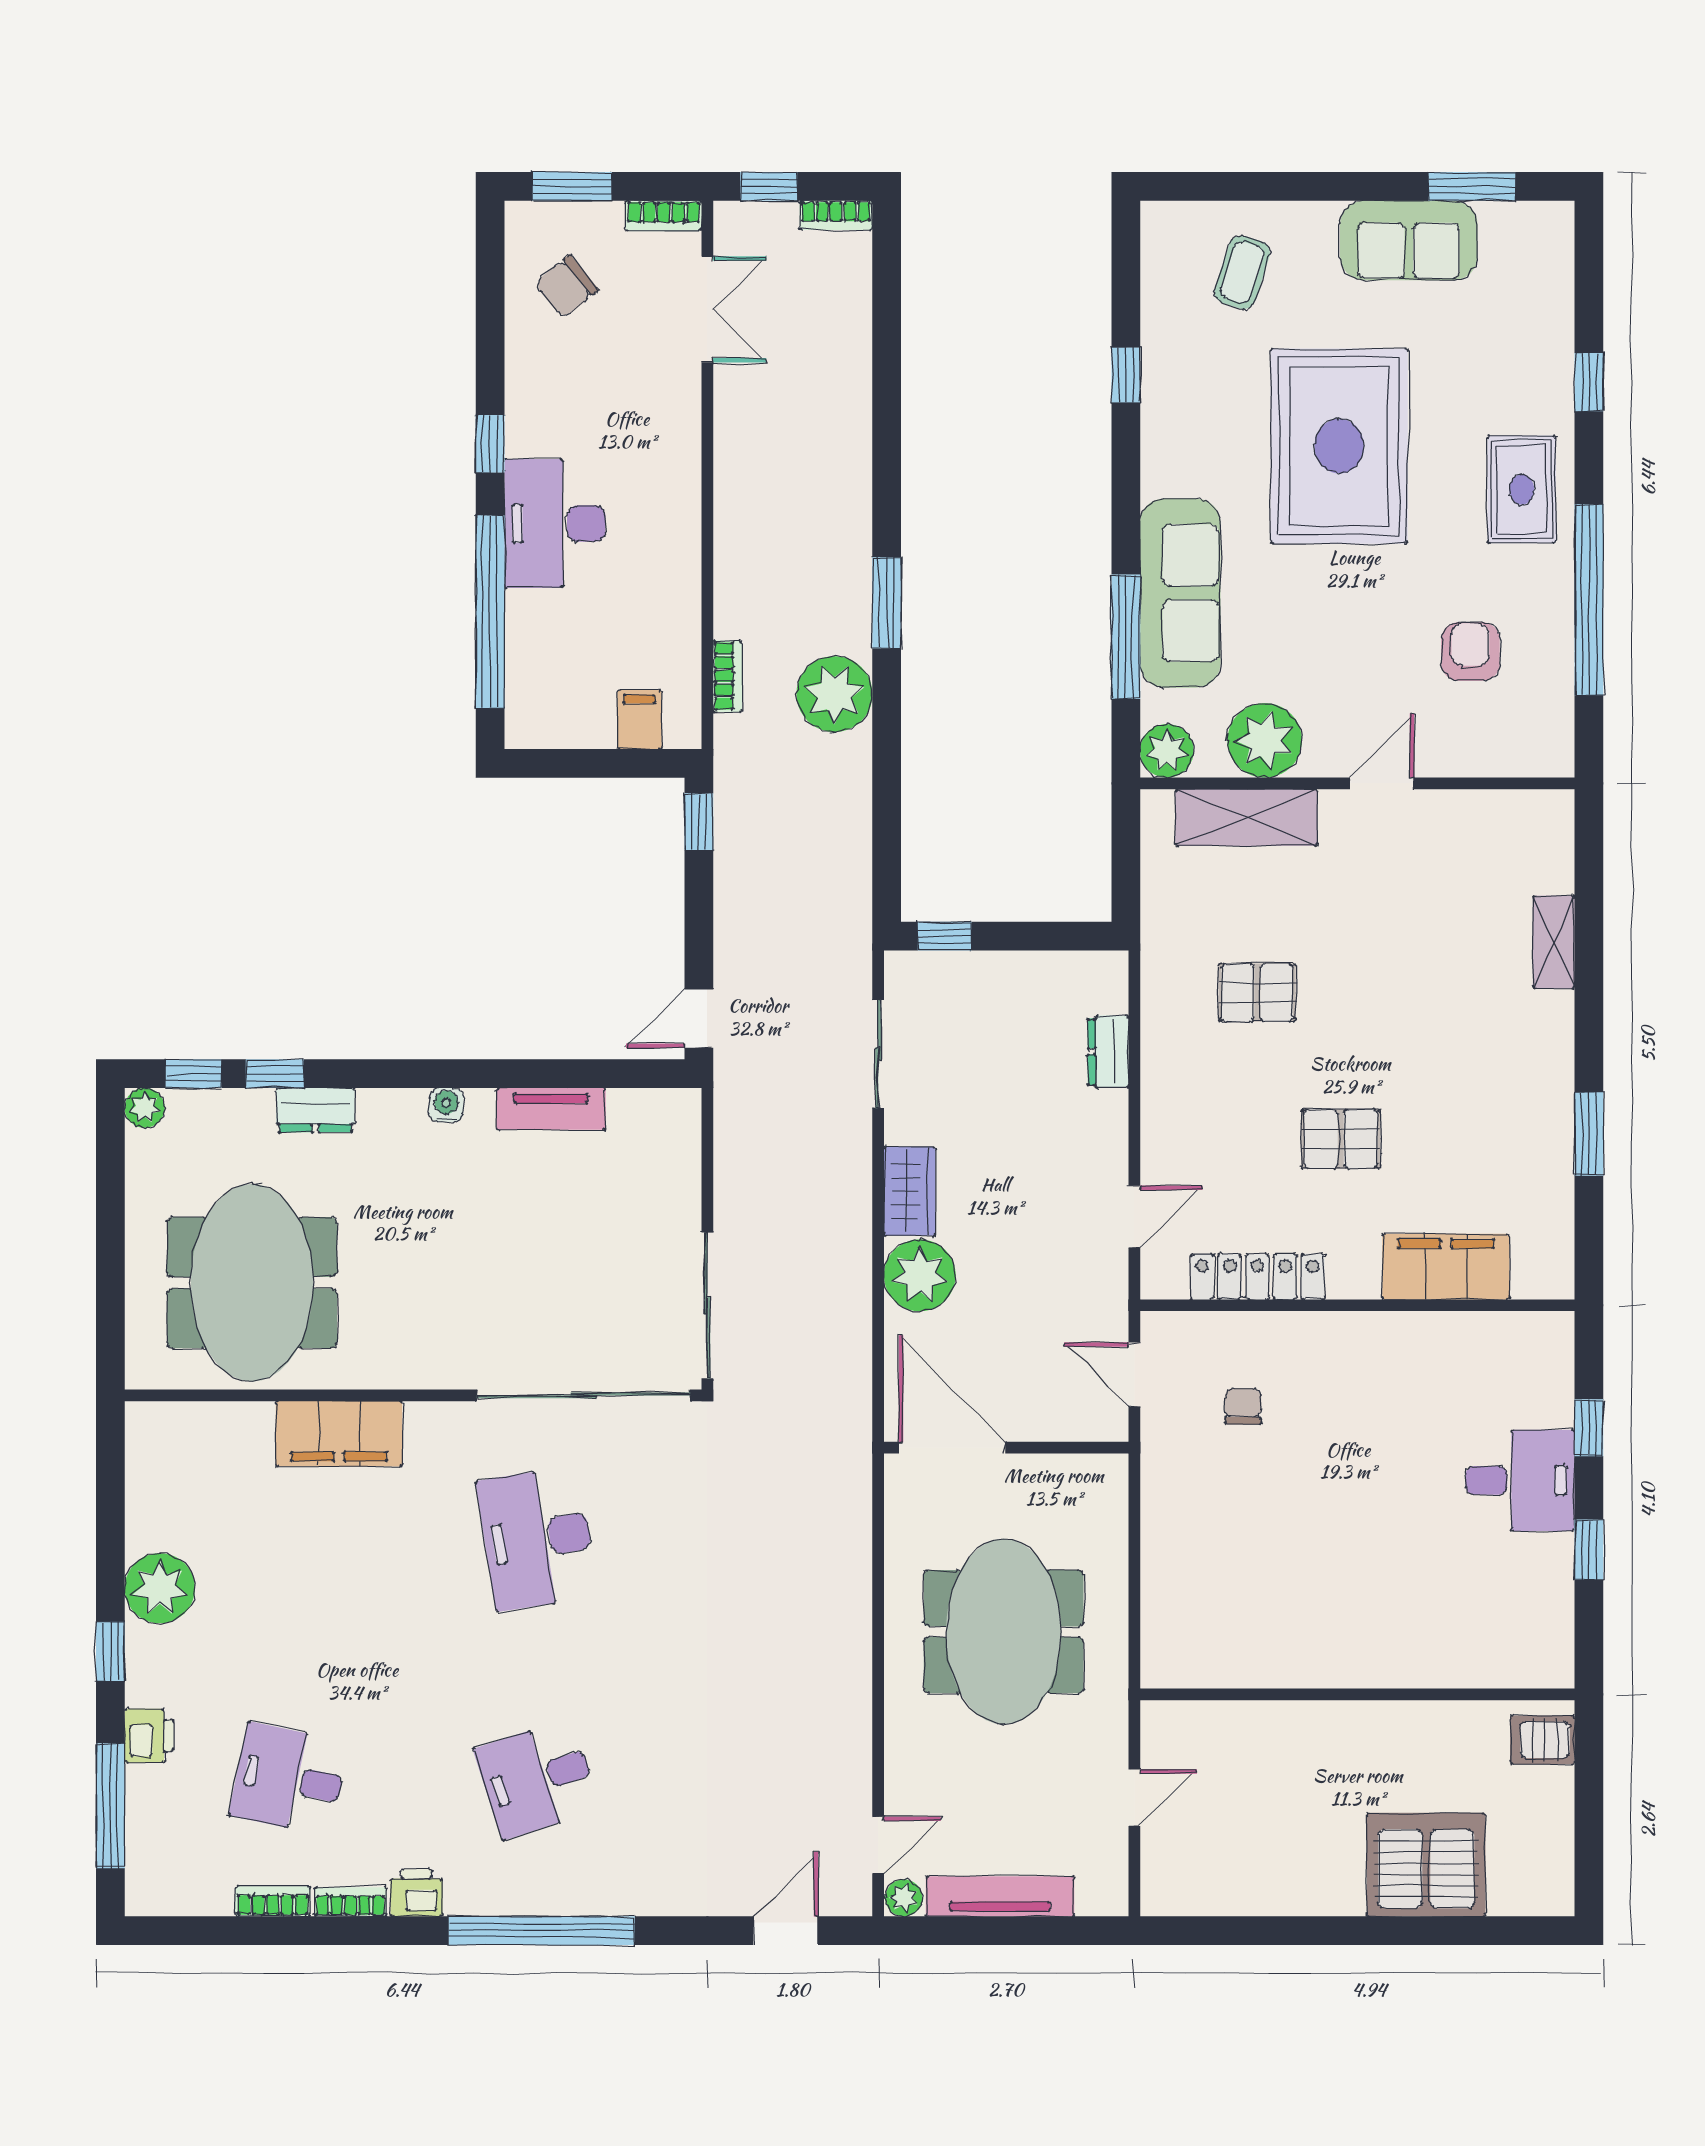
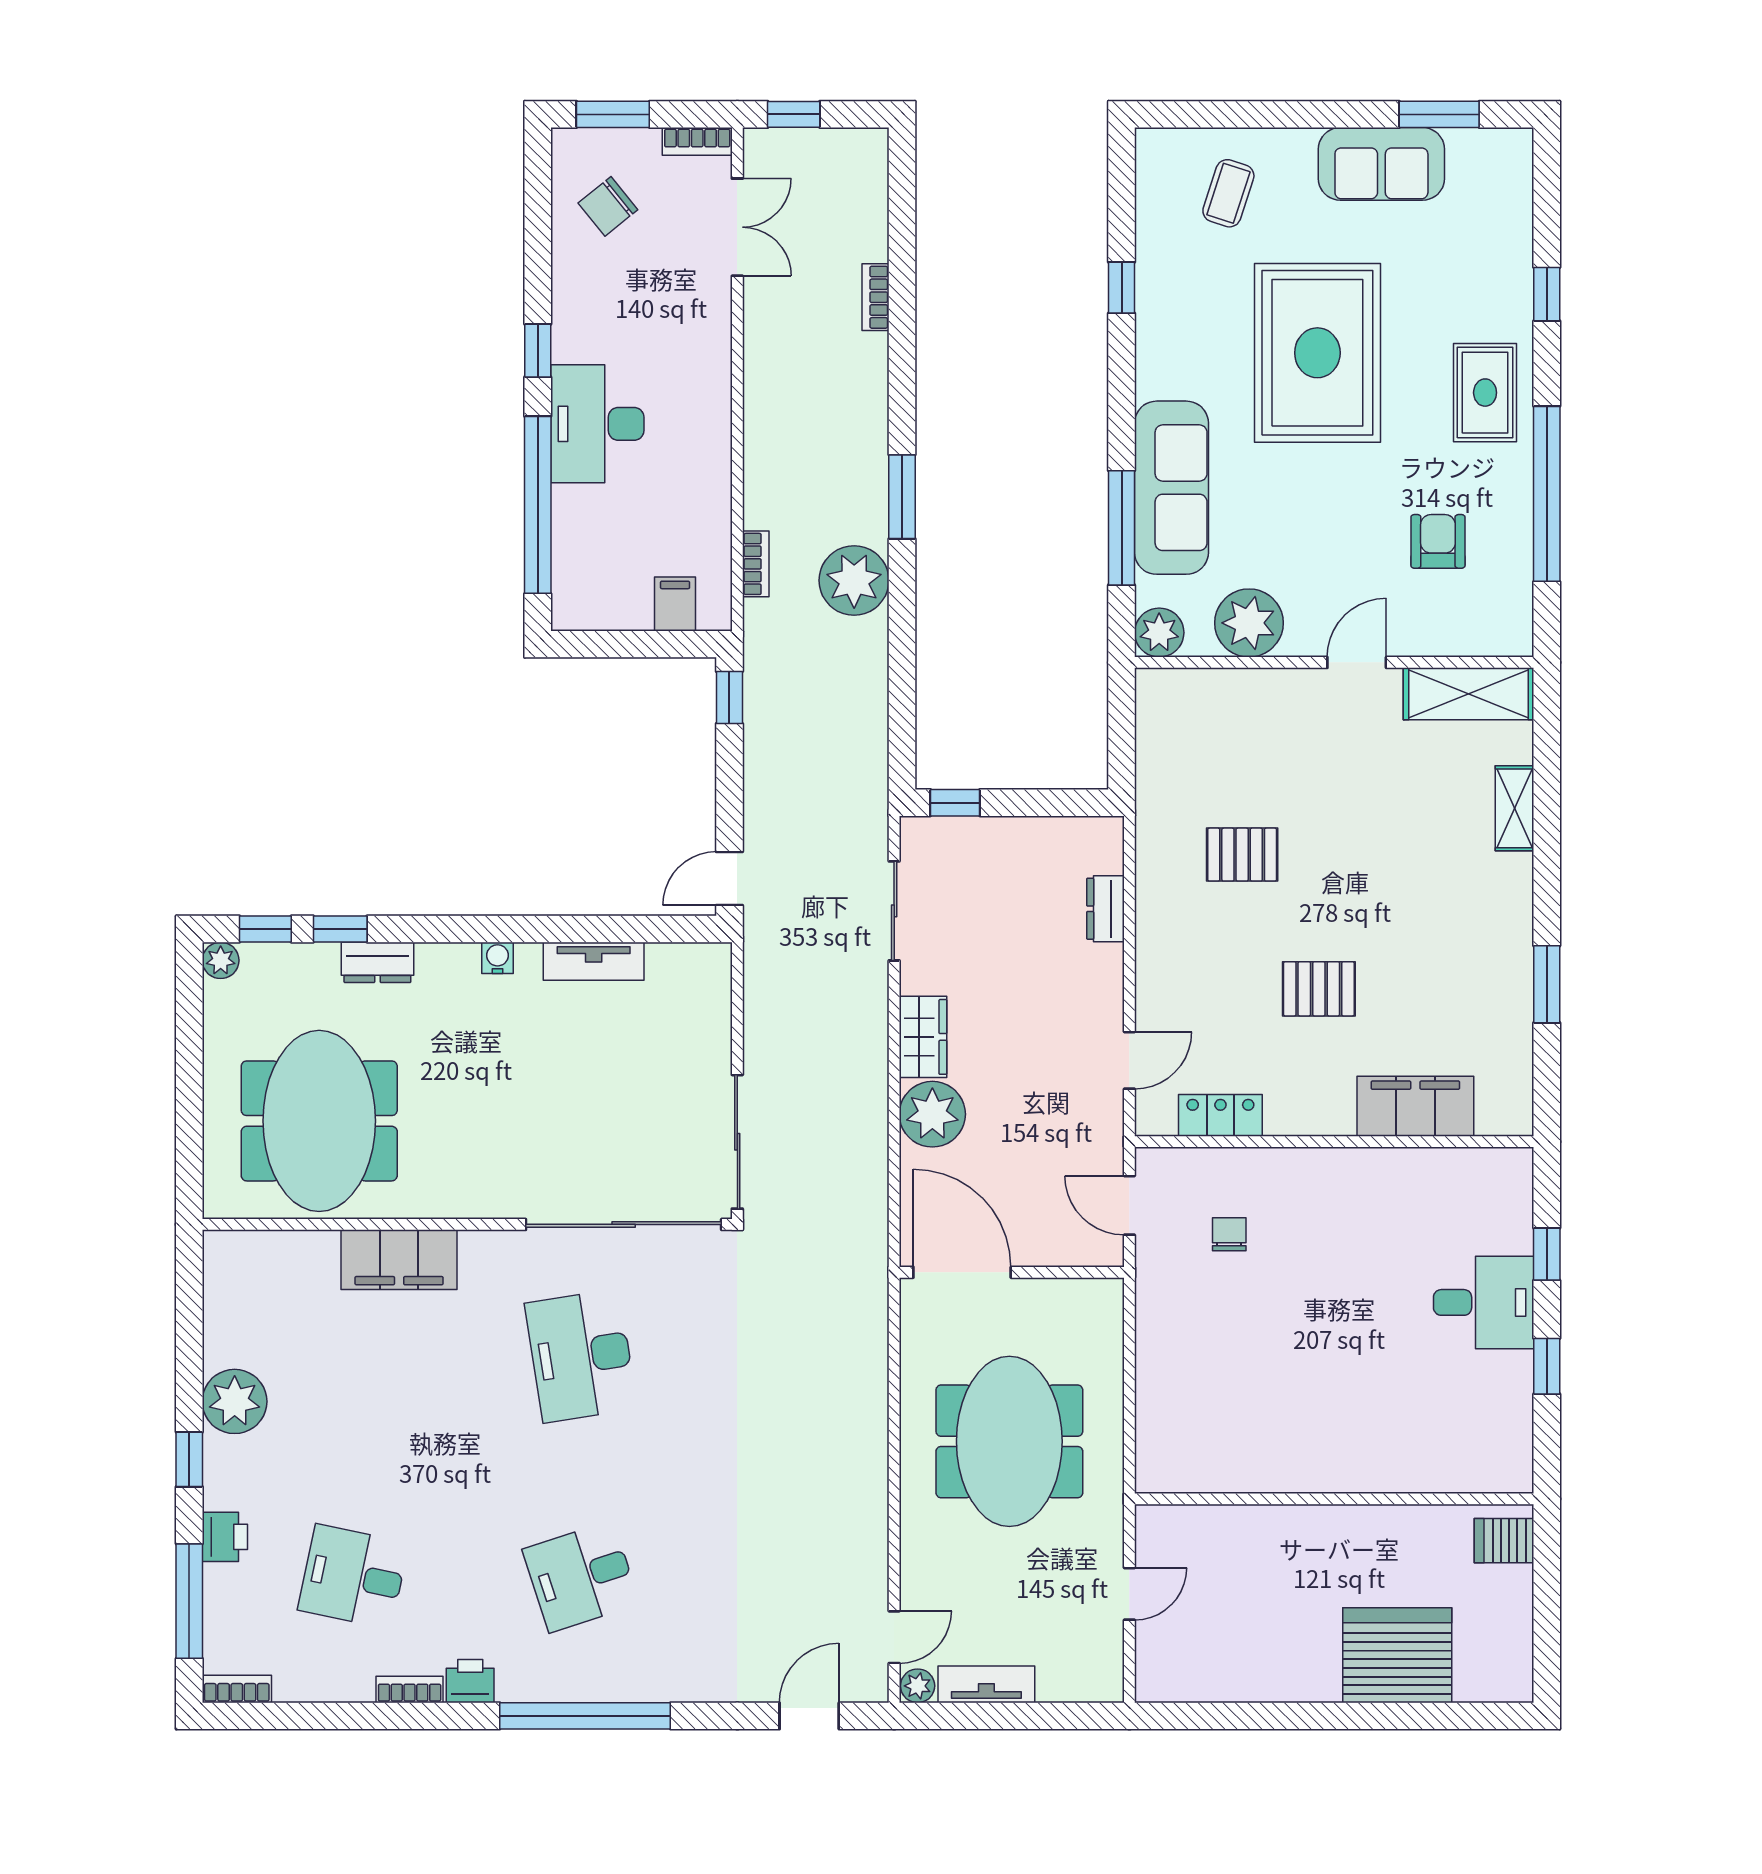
bookcase: (836, 215) -> (876, 297), moved, turned 90
shelving: (1246, 817) -> (1469, 694), moved
locker: (1257, 1277) -> (1220, 1115), width x0.66
tv unit: (1000, 1896) -> (986, 1684), width x0.71
bookcase: (273, 1901) -> (237, 1689), moved

